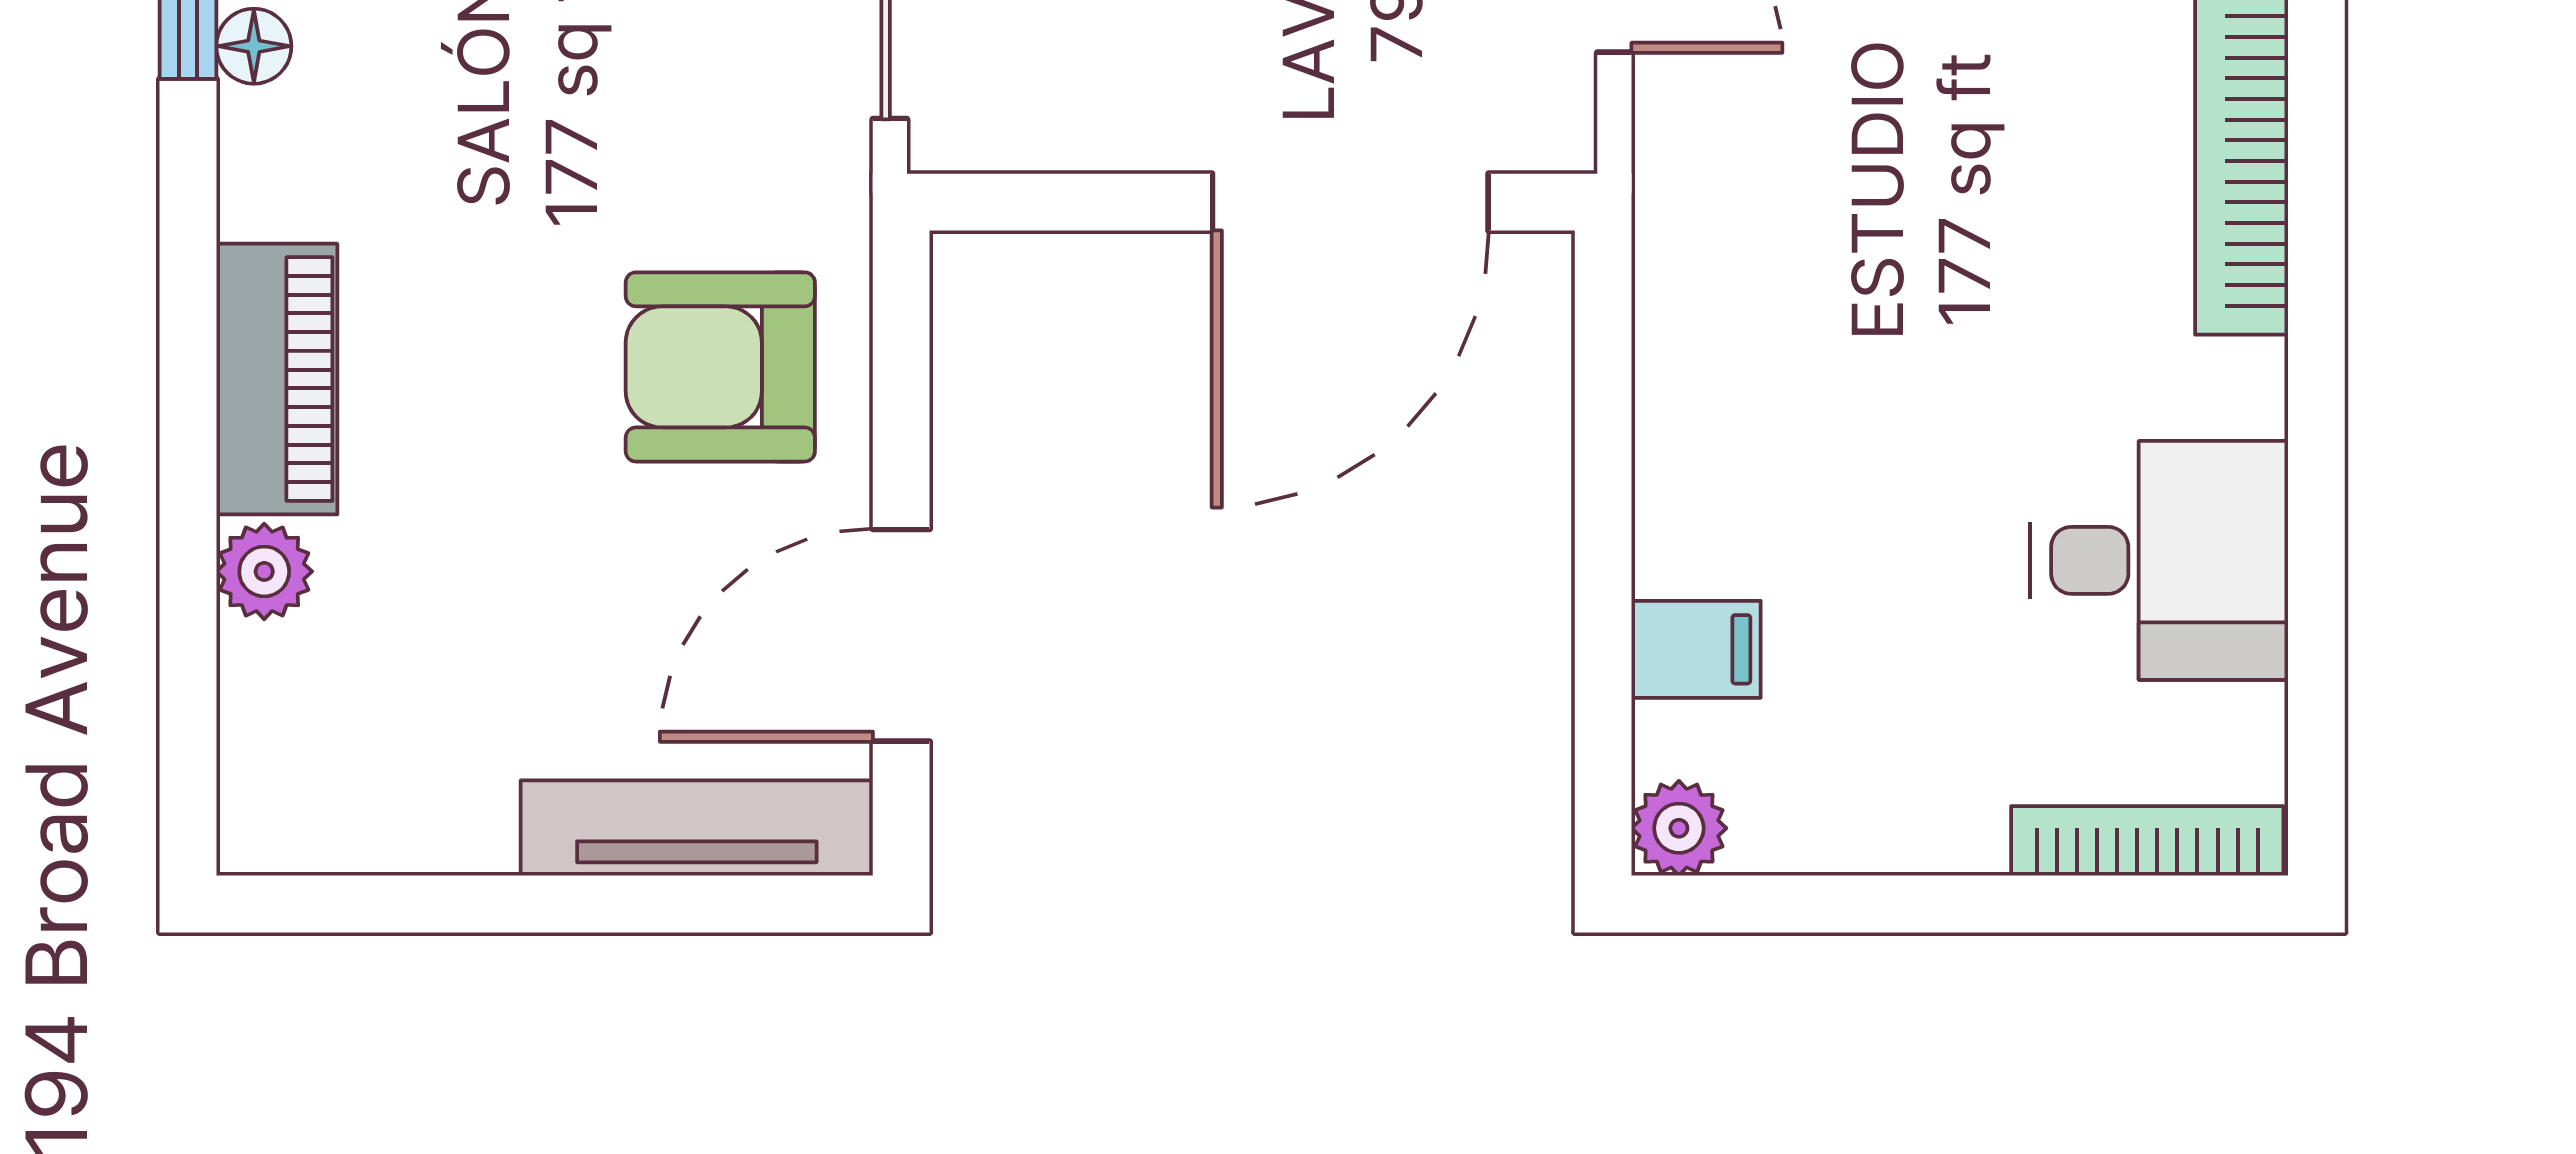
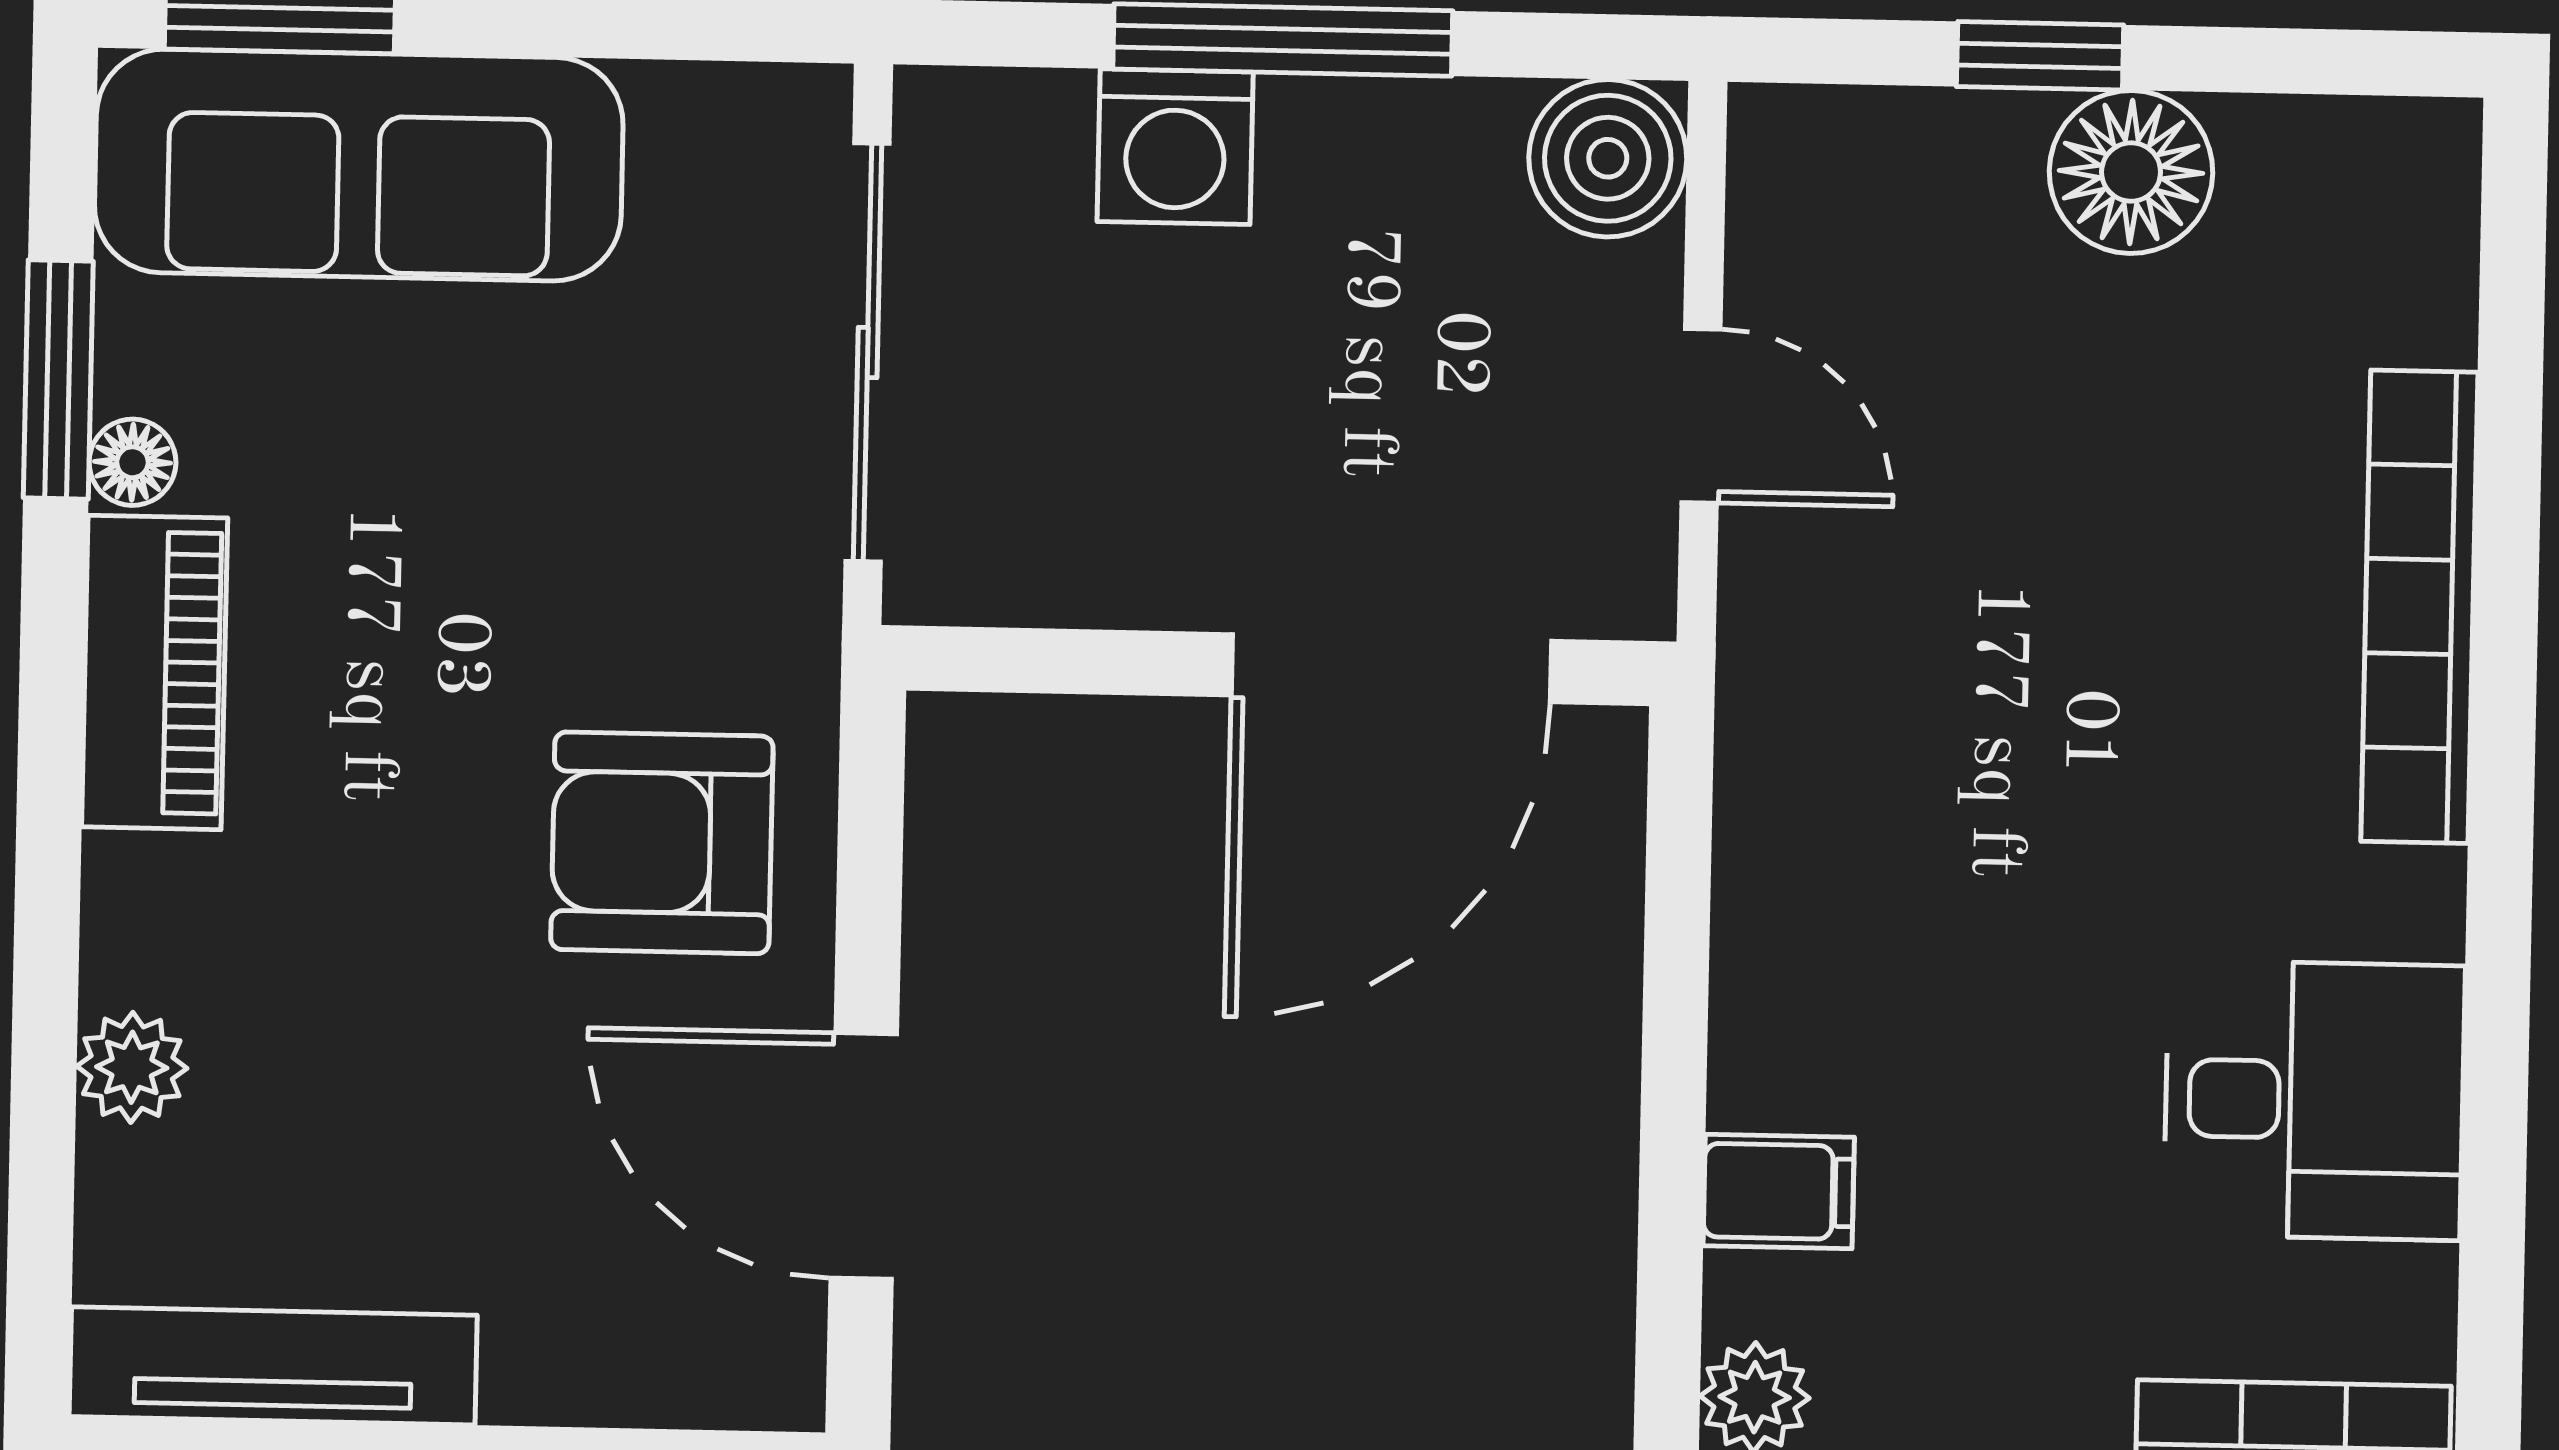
piano: (277, 379) -> (155, 672), moved
door: (901, 635) -> (864, 1156), hinge flipped
tv unit: (697, 828) -> (273, 1366), moved

